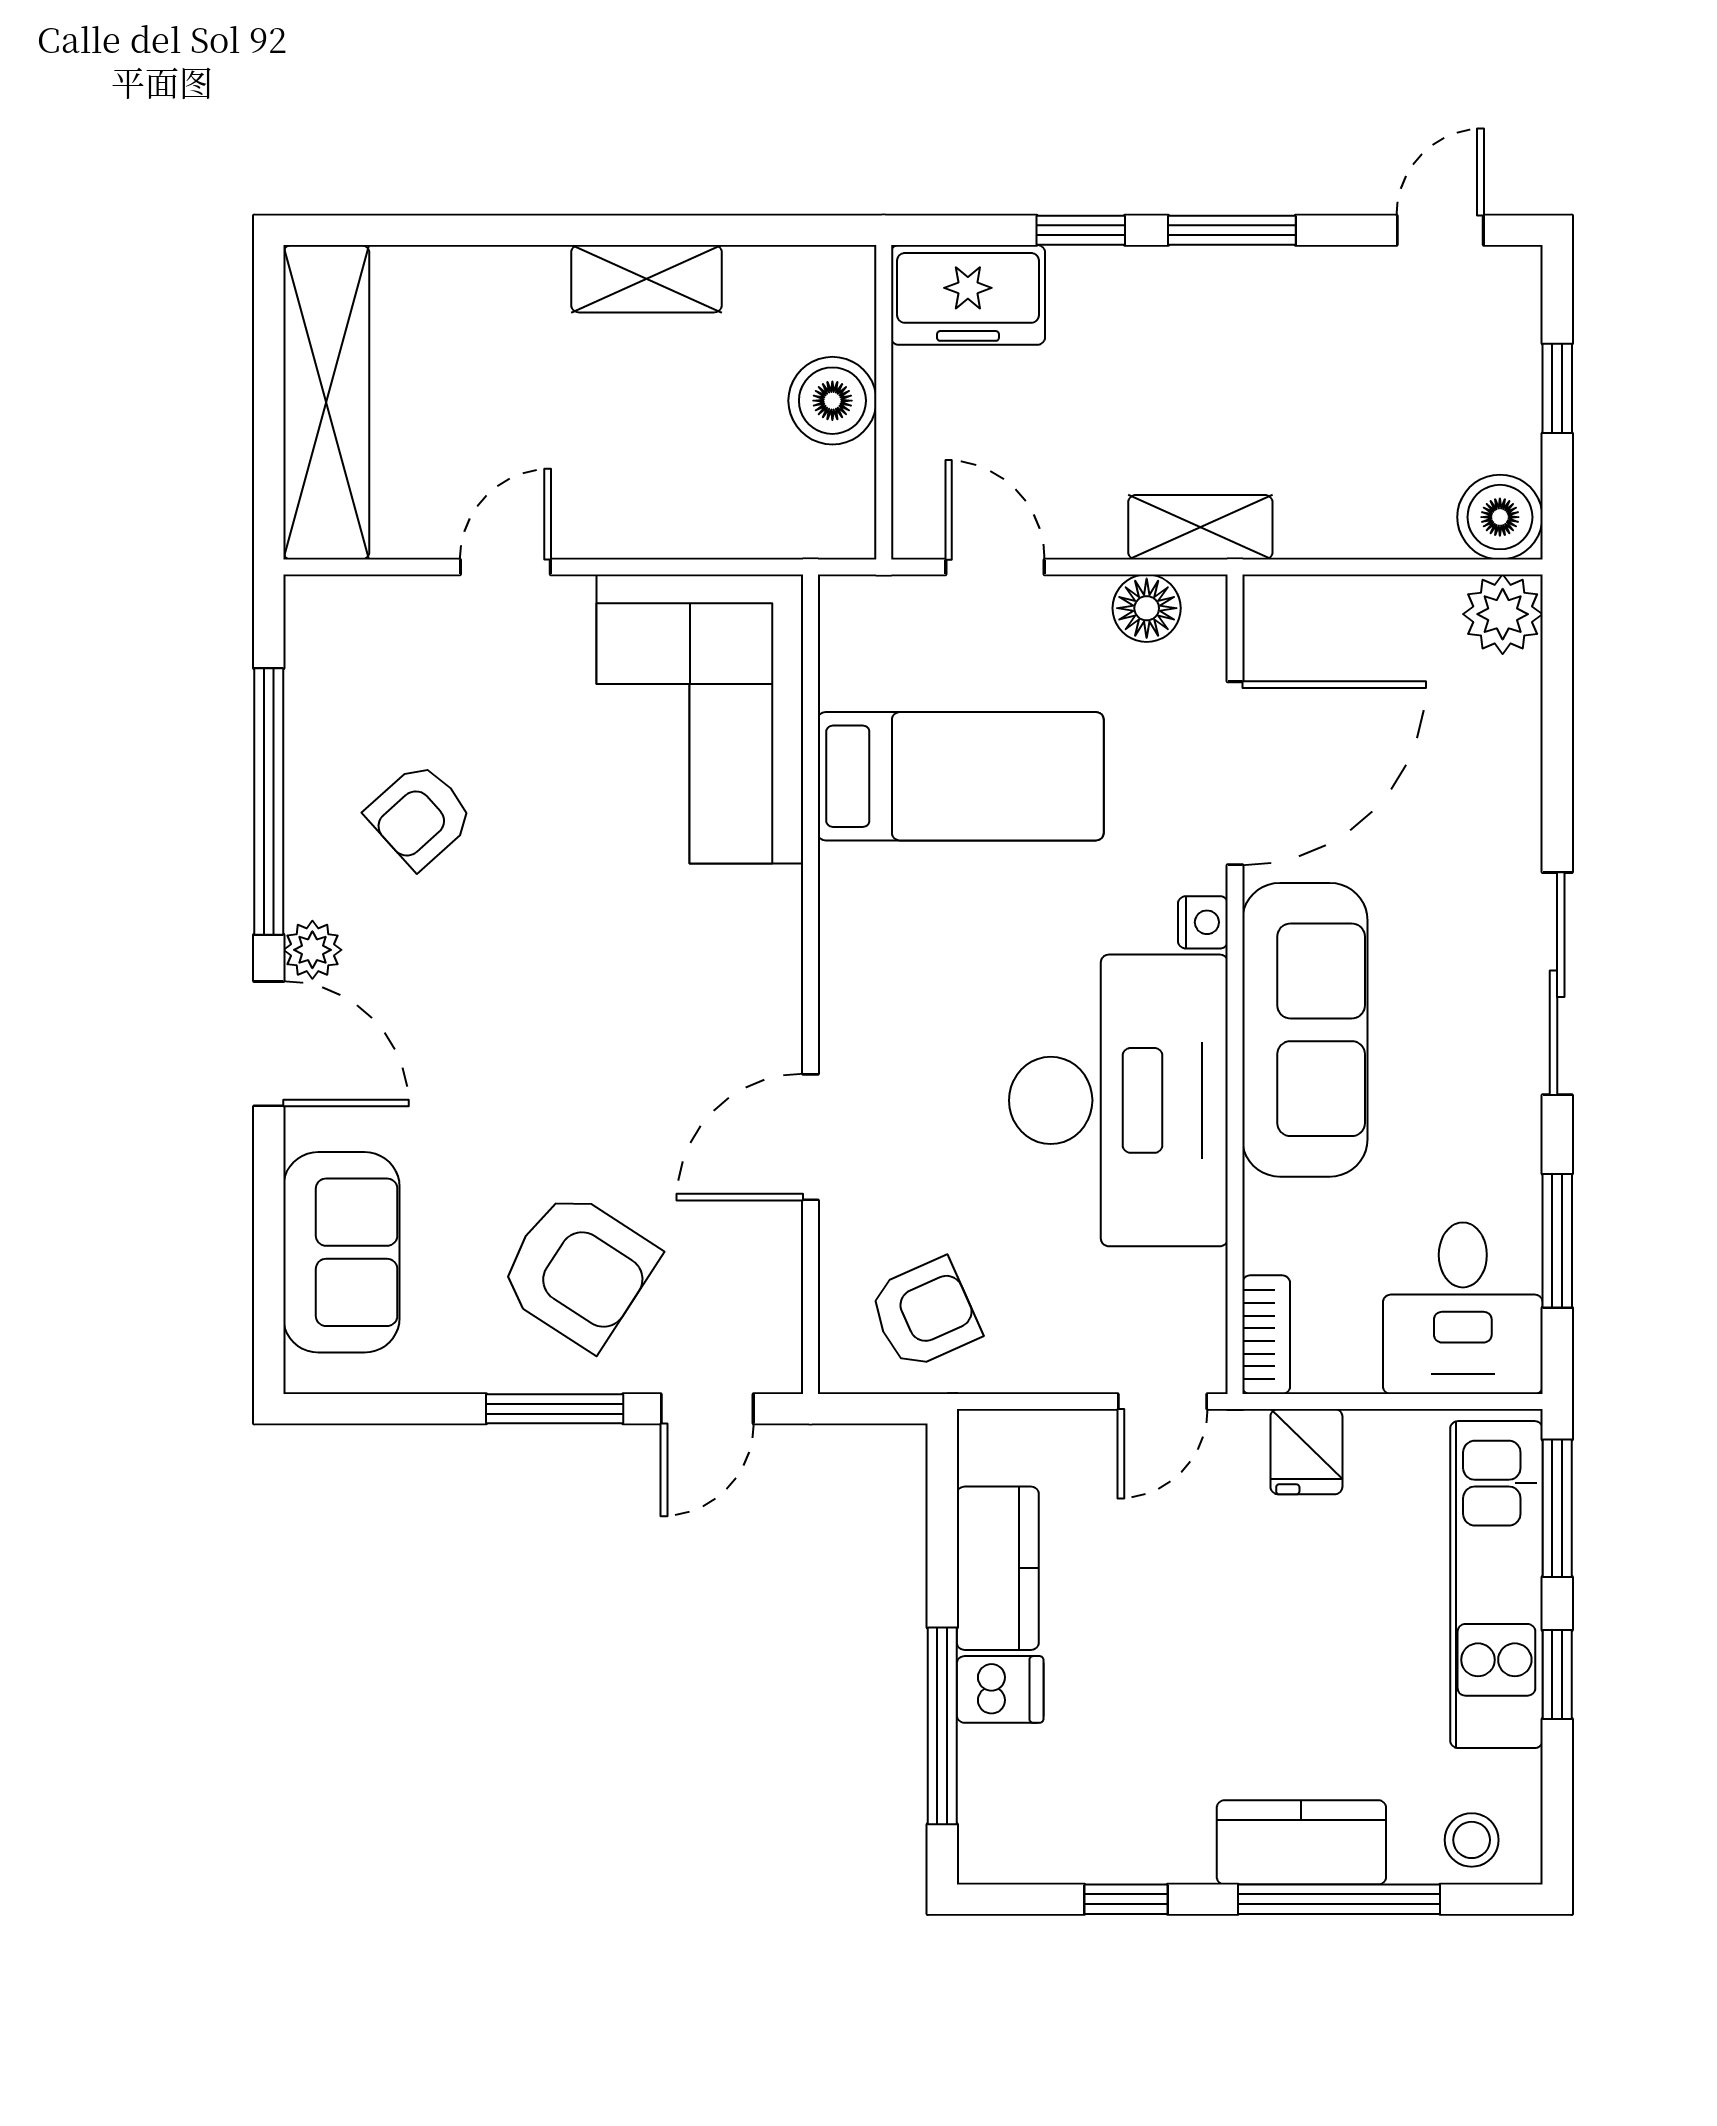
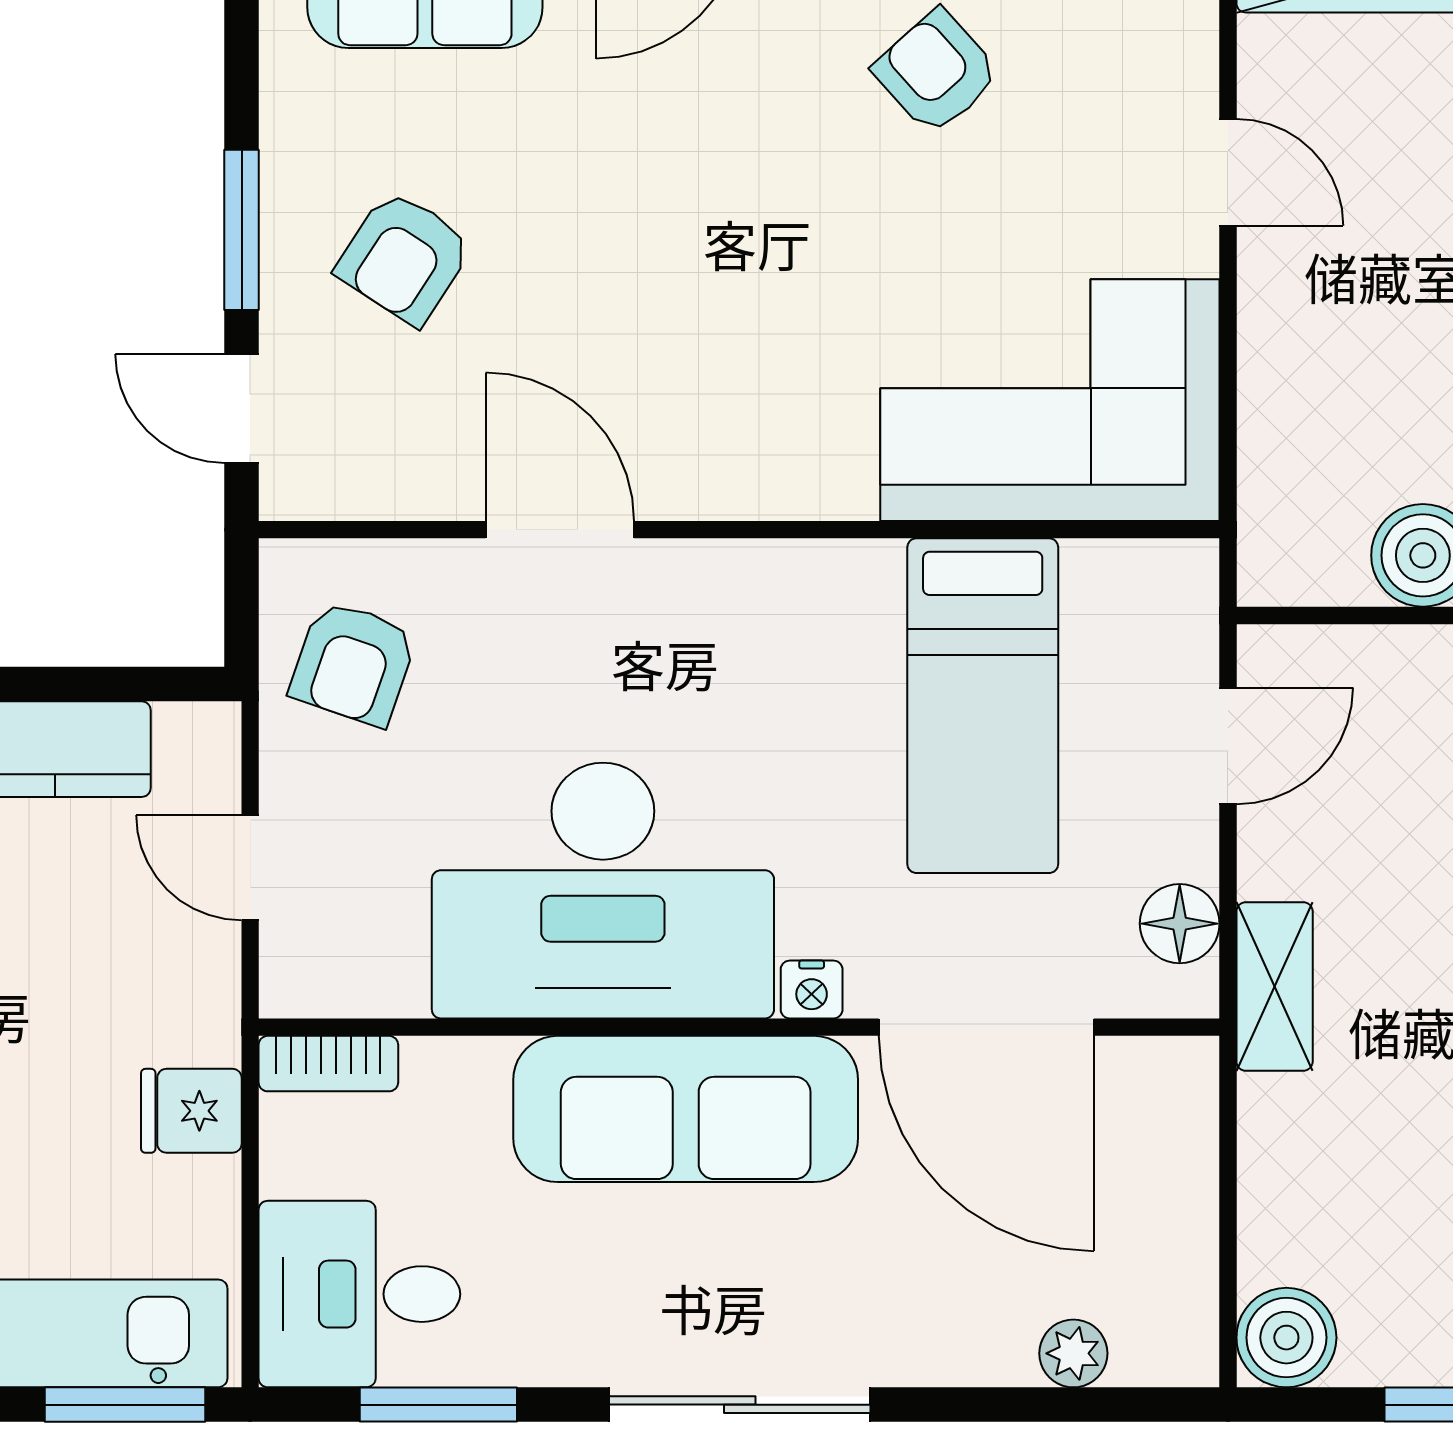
plant: (1503, 614) -> (1073, 1353), moved, width x0.73, depth x0.73
armchair: (578, 1270) -> (404, 257), width x0.72, depth x0.72
armchair: (925, 1313) -> (353, 663), turned 43
door: (1162, 1401) -> (250, 868), moved

